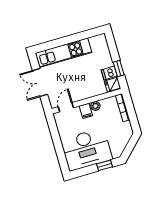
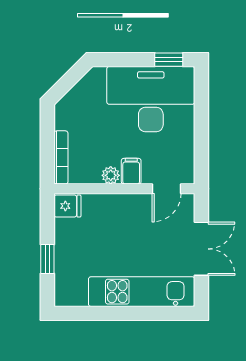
window: (119, 69) -> (47, 259), moved
dishwasher: (109, 73) -> (67, 229), removed
window: (105, 165) -> (169, 60), moved

